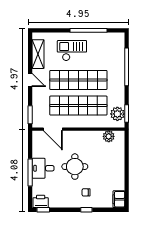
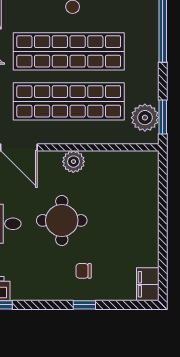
plant: (109, 136) -> (73, 162), moved

